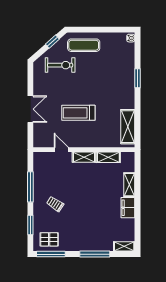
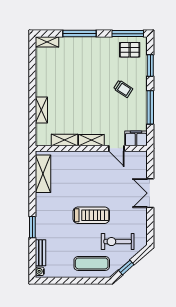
bench: (130, 55) -> (41, 253), added
treadmill: (78, 113) -> (91, 215), moved
filing cabinet: (128, 208) -> (136, 138), moved, turned -90

